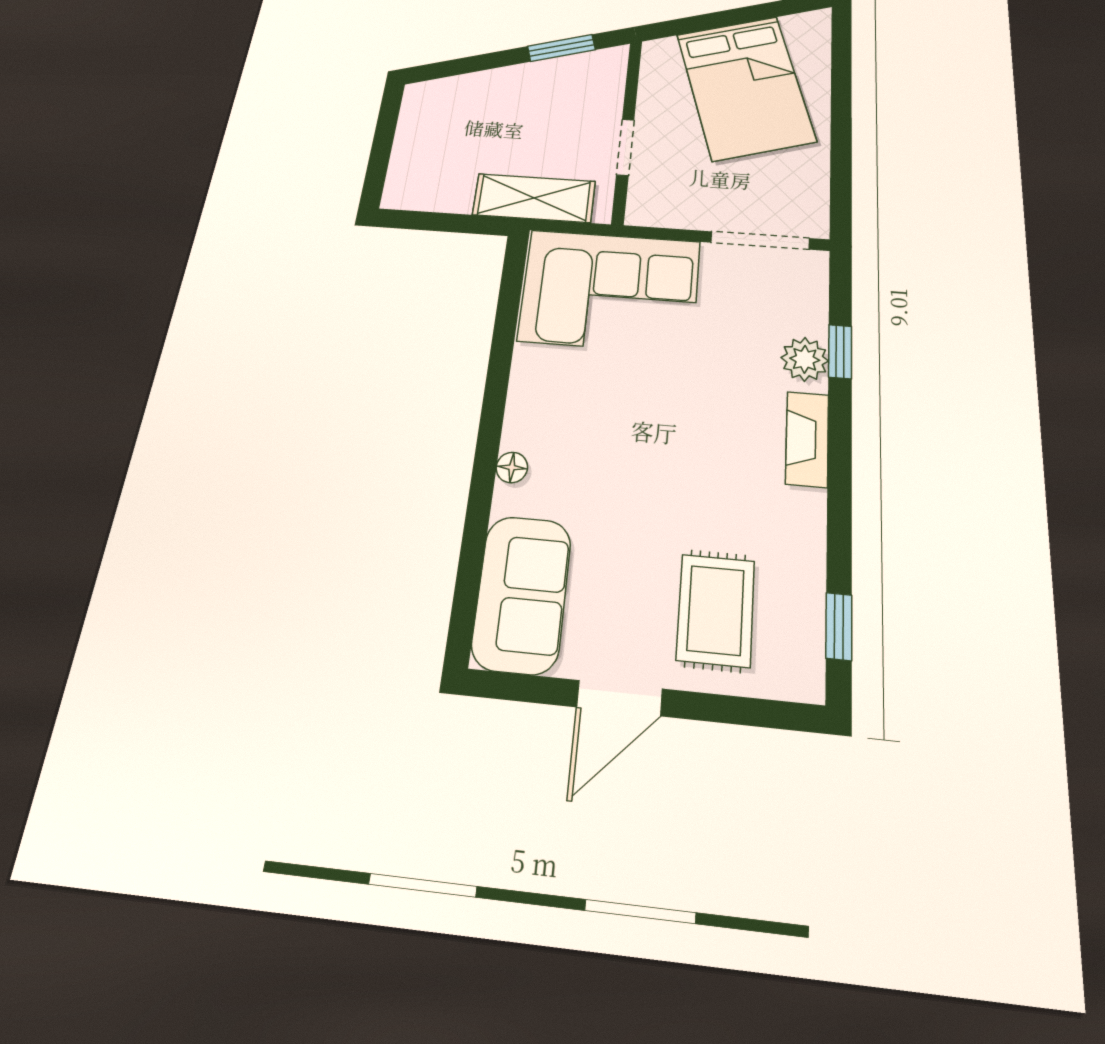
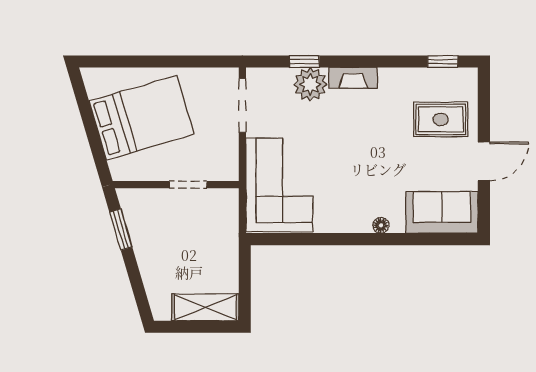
shelving: (534, 198) -> (205, 307), moved, turned 90
plant: (805, 359) -> (310, 84), width x1.36, depth x1.36
door: (619, 698) -> (484, 161), hinge flipped

